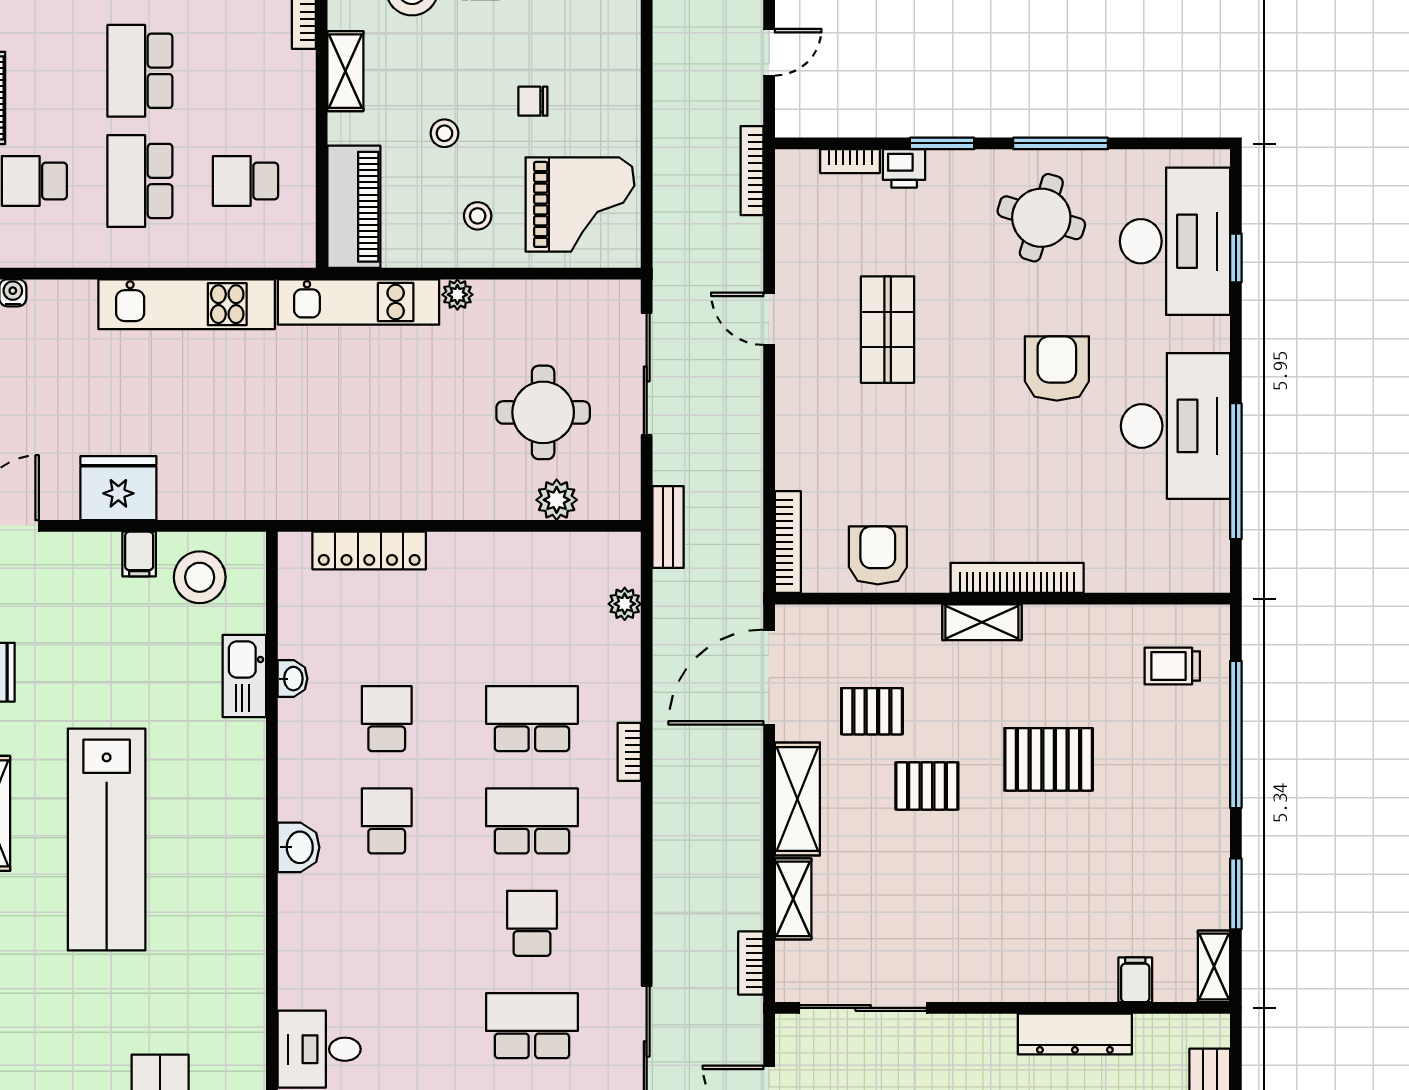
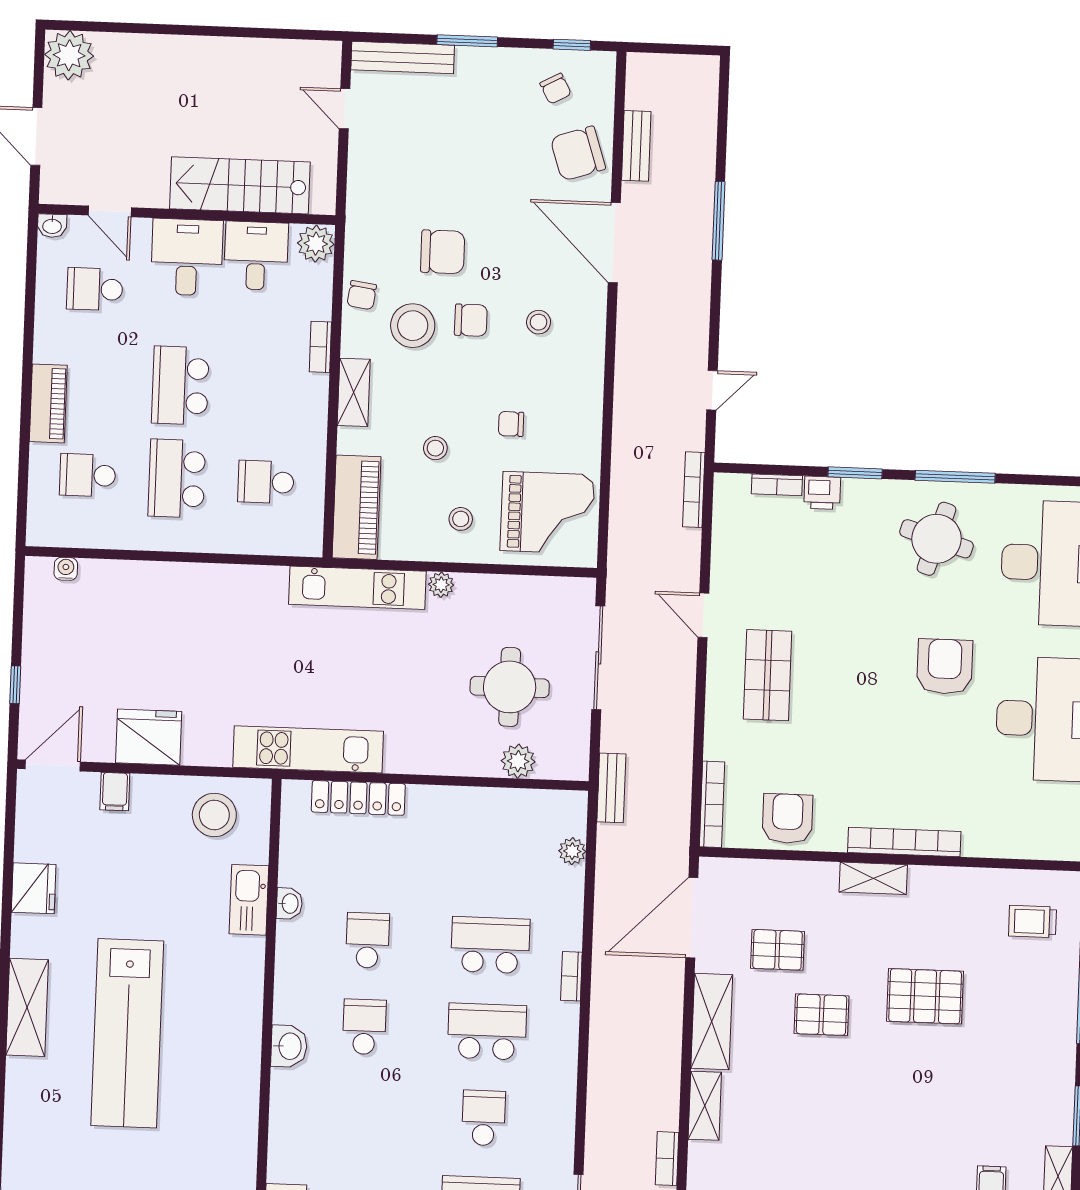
kitchen unit: (187, 304) -> (308, 749), moved, turned 180
shop shelf: (888, 330) -> (768, 675), moved
filing cabinet: (139, 554) -> (115, 792), moved

